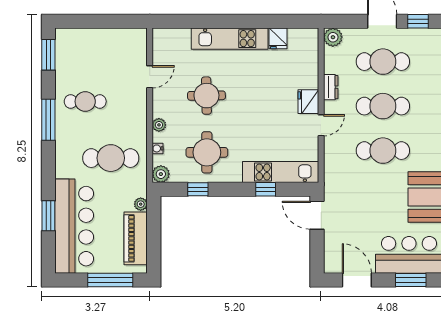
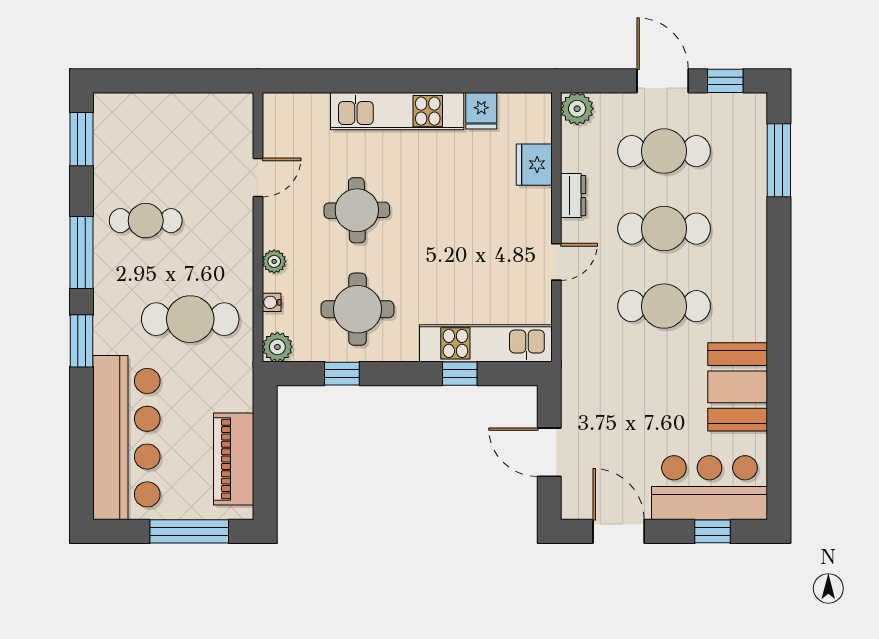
fridge: (308, 102) -> (534, 165), moved
plant: (141, 204) -> (242, 399), removed
door: (317, 215) -> (549, 452), moved
window: (48, 216) -> (81, 341), moved
window: (411, 280) -> (712, 531), width x0.67

